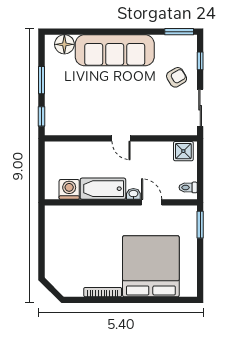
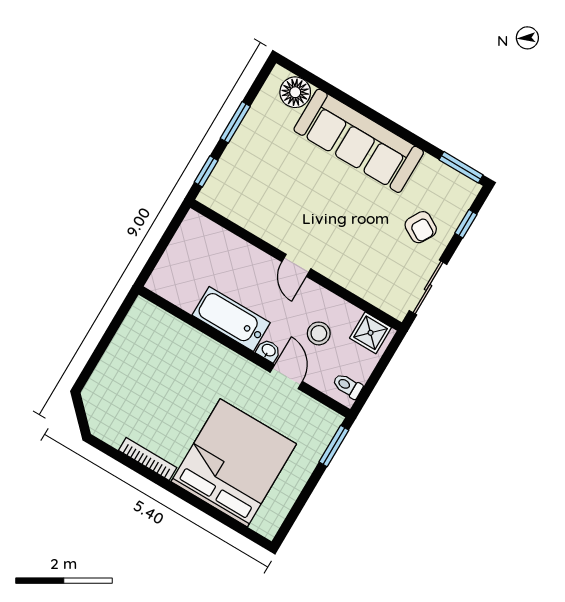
armchair: (177, 77) -> (421, 227), turned 61
stool: (155, 168) -> (319, 333), added
washing machine: (69, 189) -> (185, 293), removed

